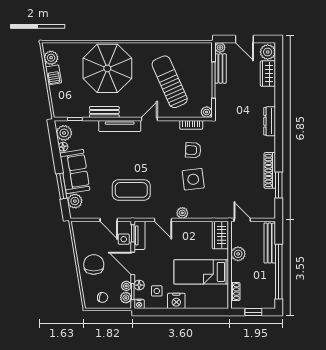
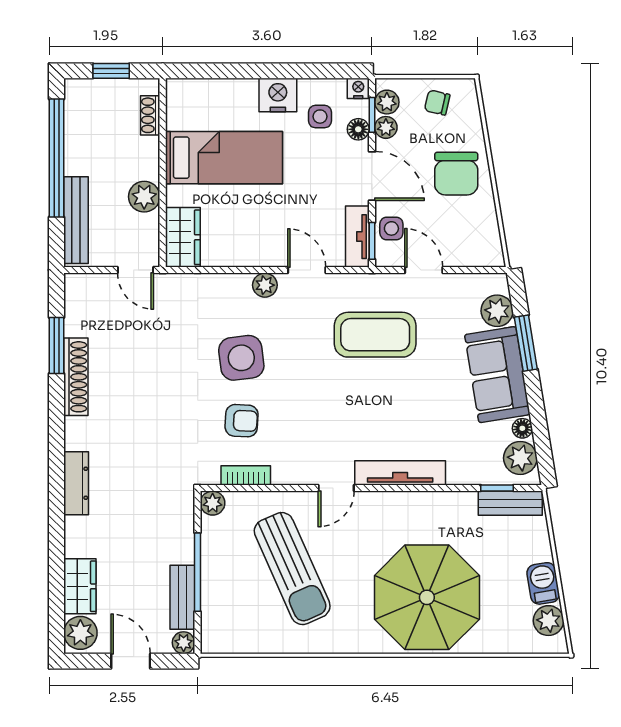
bench: (104, 112) -> (510, 503), moved

